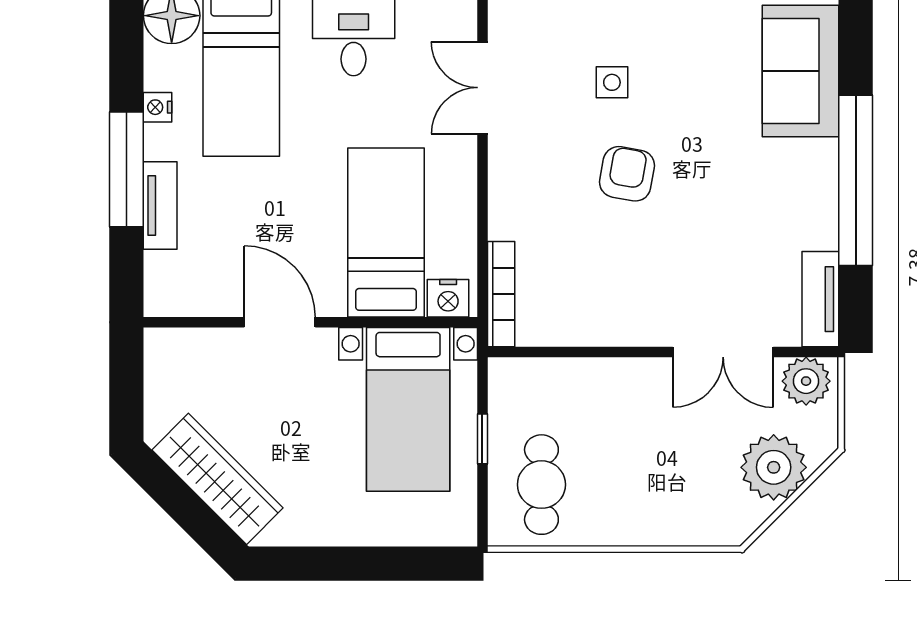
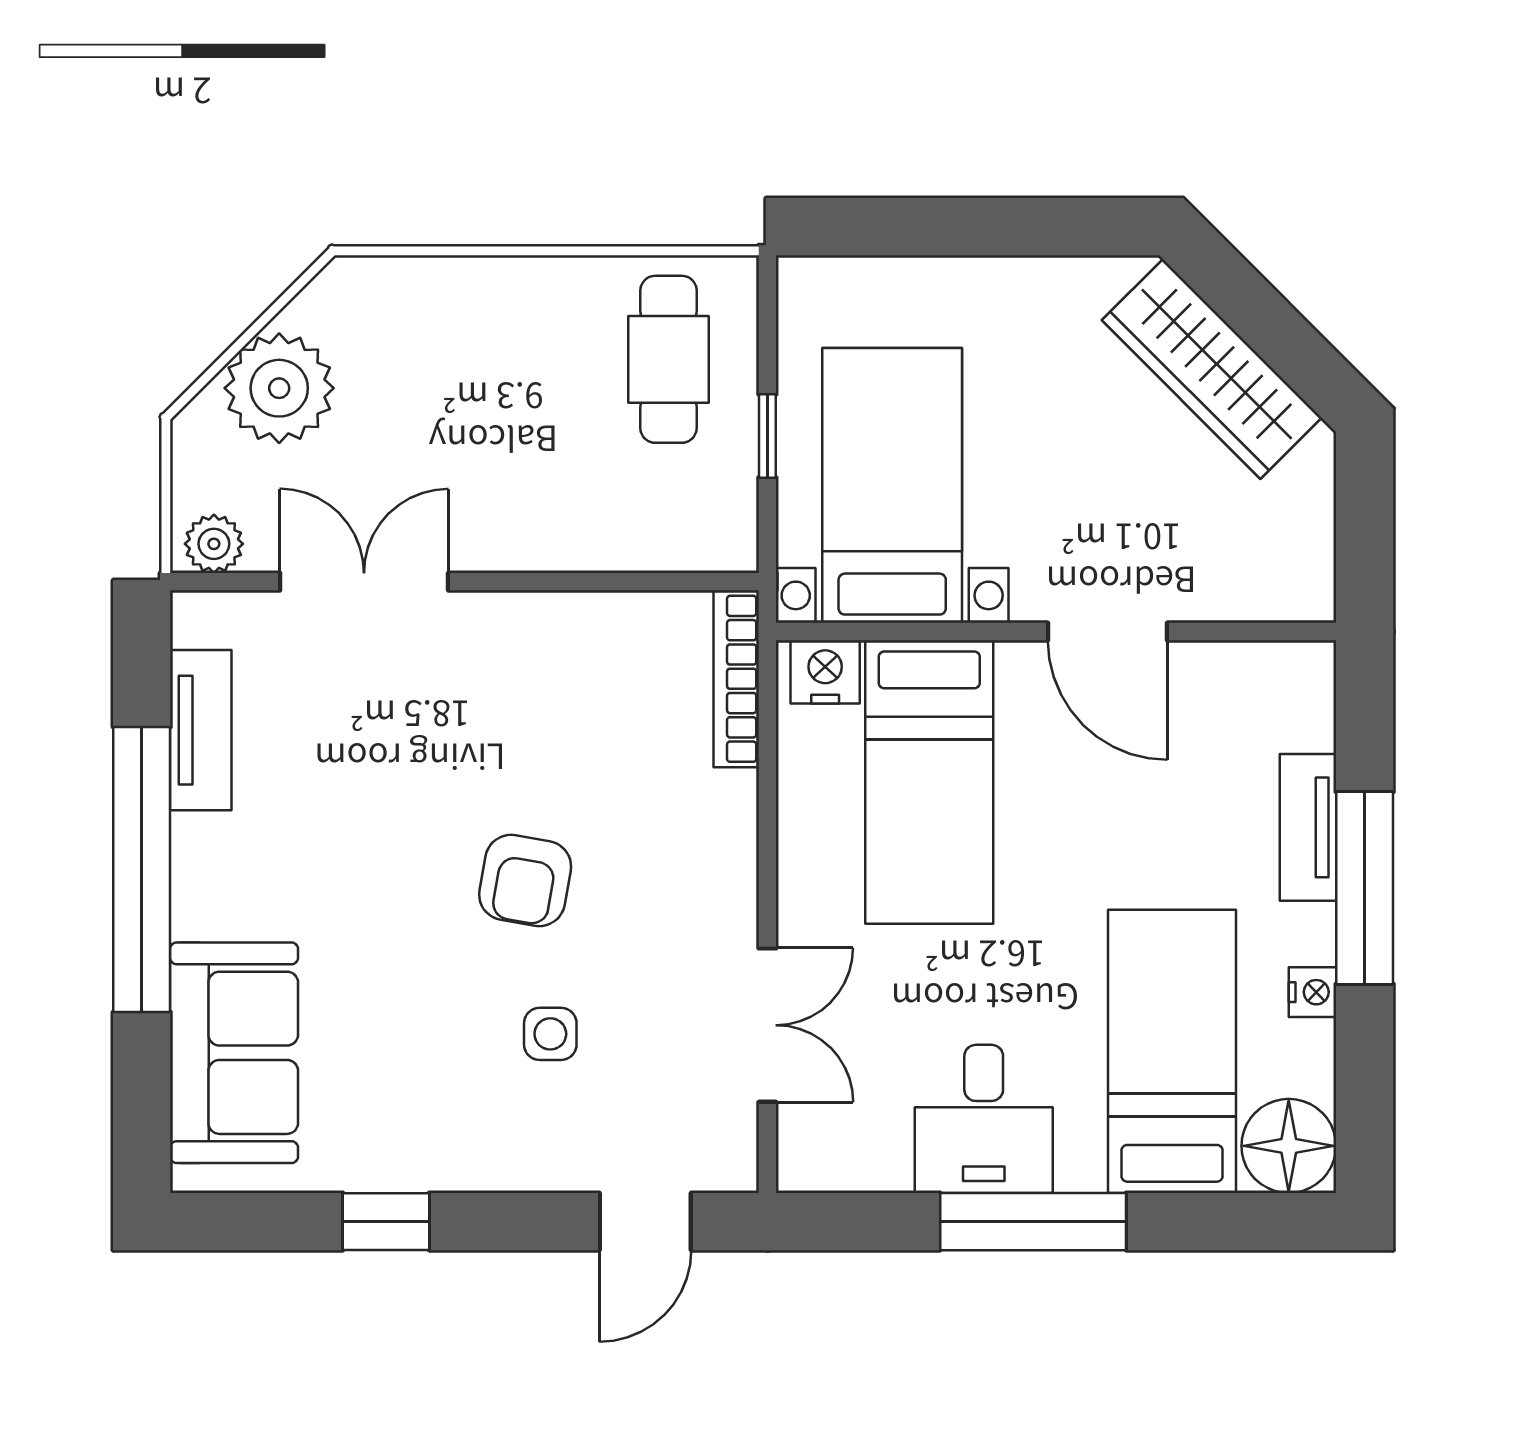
tv unit: (820, 299) -> (201, 730), moved
plant: (806, 381) -> (214, 544), width x0.73, depth x0.73

